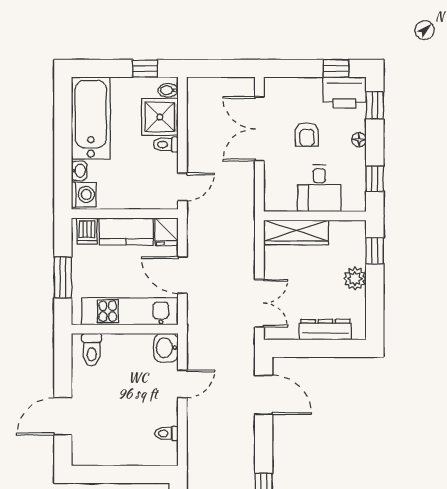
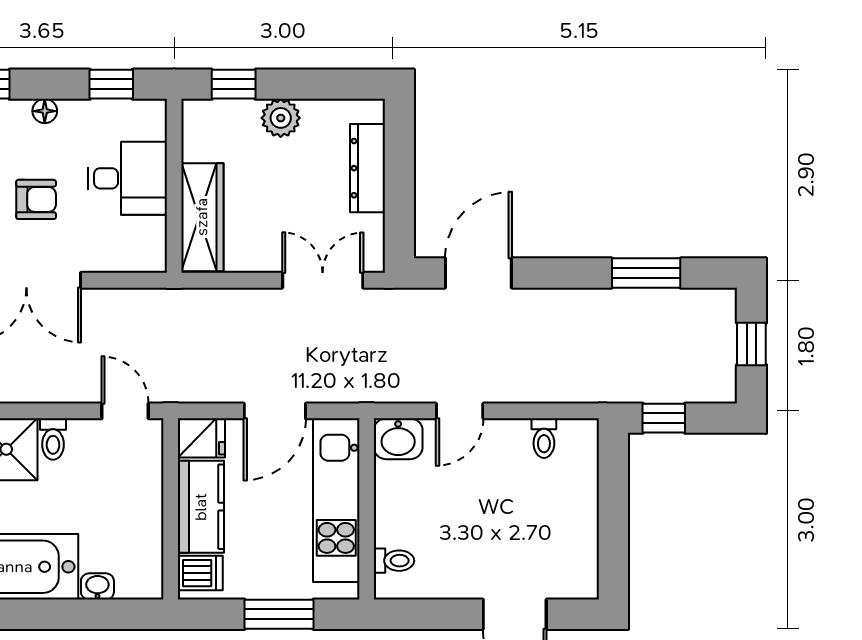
washing machine: (84, 194) -> (138, 579), removed
toilet: (92, 350) -> (394, 561), width x0.73, depth x0.72
door: (182, 384) -> (460, 411), swing flipped

